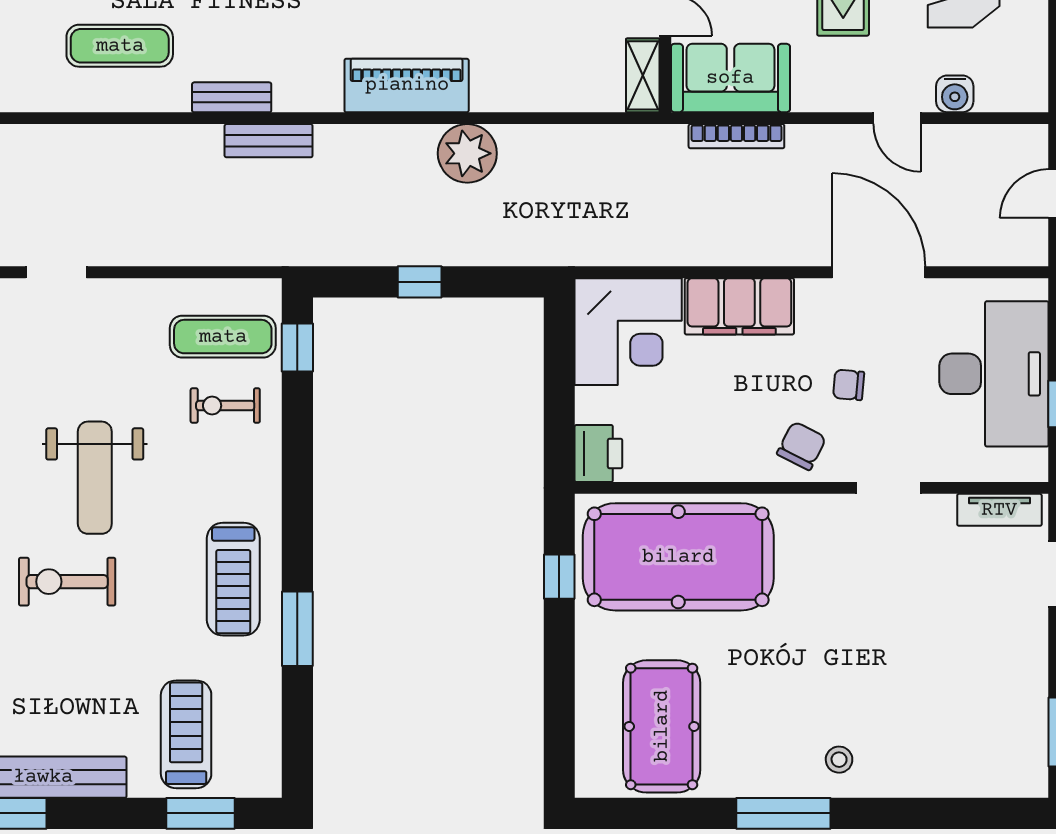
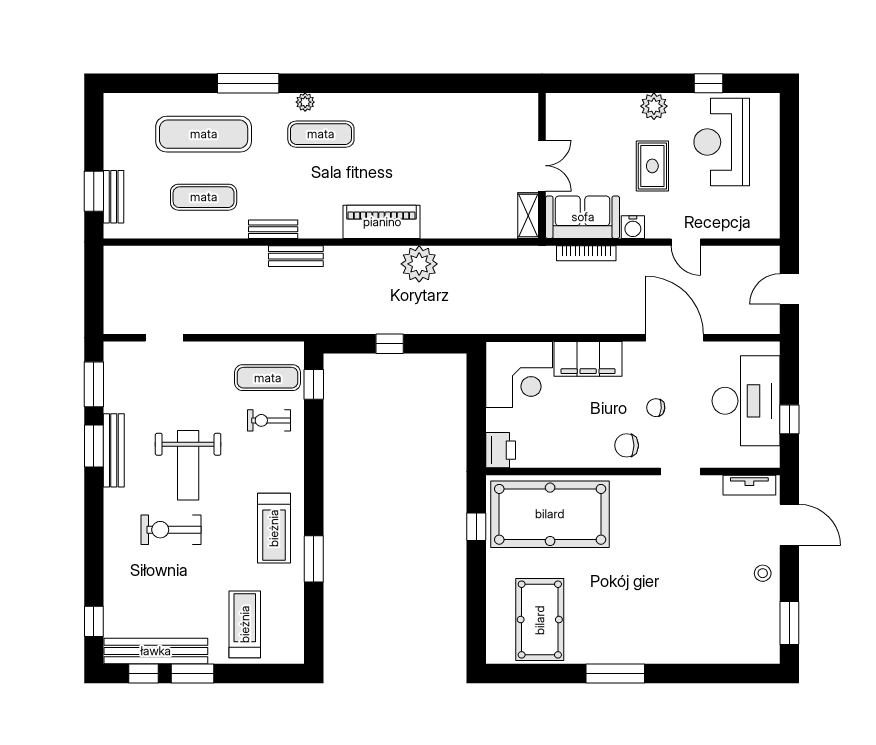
water cooler: (955, 94) -> (633, 227), moved
chair: (802, 446) -> (627, 445), turned -117
stool: (839, 760) -> (763, 573), moved
window: (200, 813) -> (192, 673), moved

